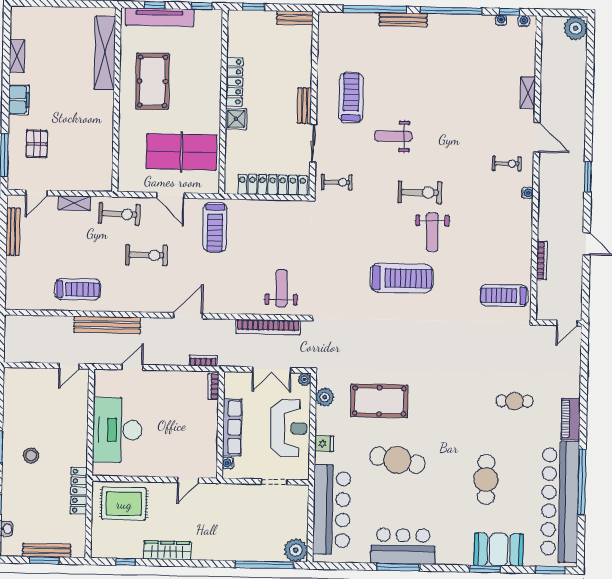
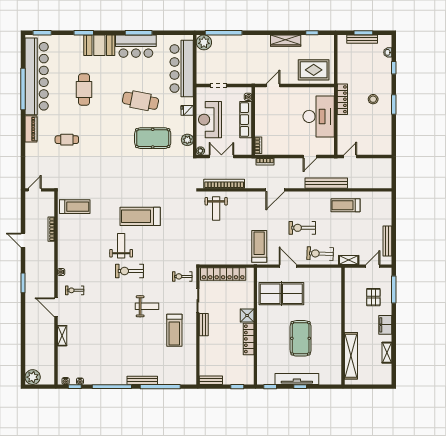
shelving: (105, 53) -> (351, 356), moved
wall: (116, 100) -> (343, 326), moved
locker: (79, 491) -> (342, 99), moved
booth: (499, 550) -> (99, 45), moved

